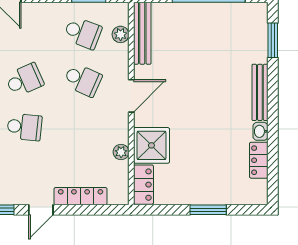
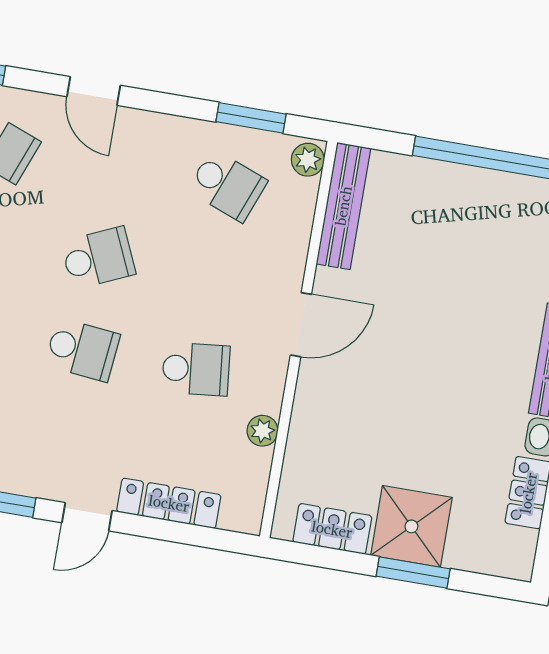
plant: (121, 34) -> (308, 160), moved
school desk: (83, 80) -> (196, 369), moved, turned -30
shower: (151, 145) -> (411, 526), moved
locker: (143, 185) -> (332, 529), moved, turned -90

